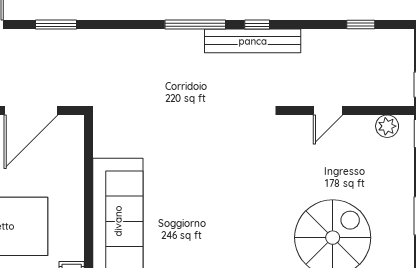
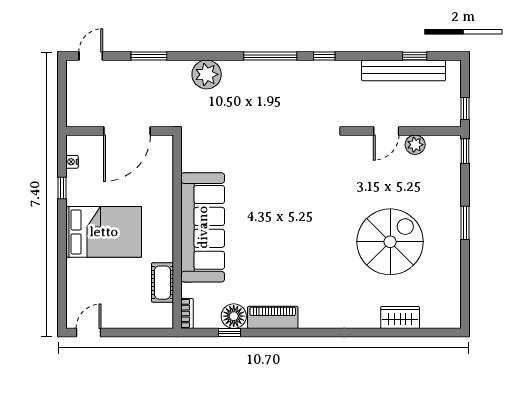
bench: (253, 41) -> (404, 70), moved
plant: (122, 46) -> (207, 74), added
plant: (387, 126) -> (415, 145), moved

